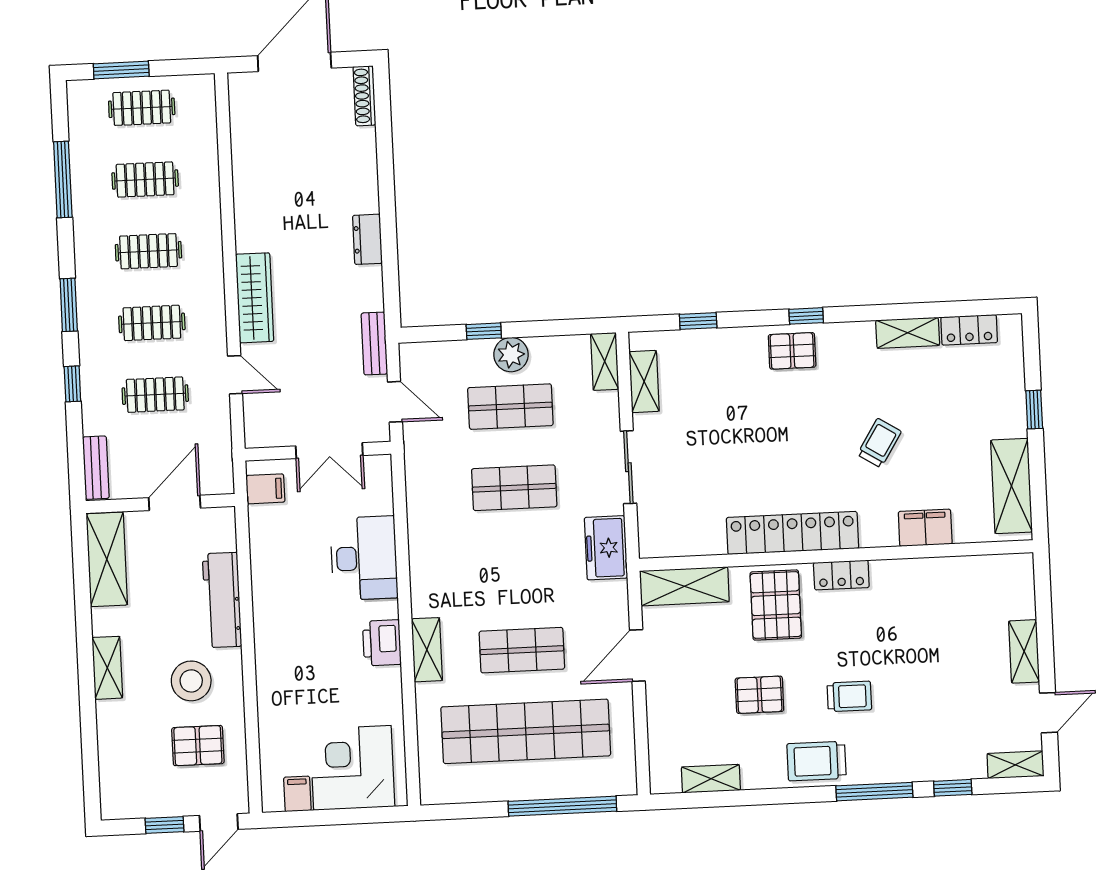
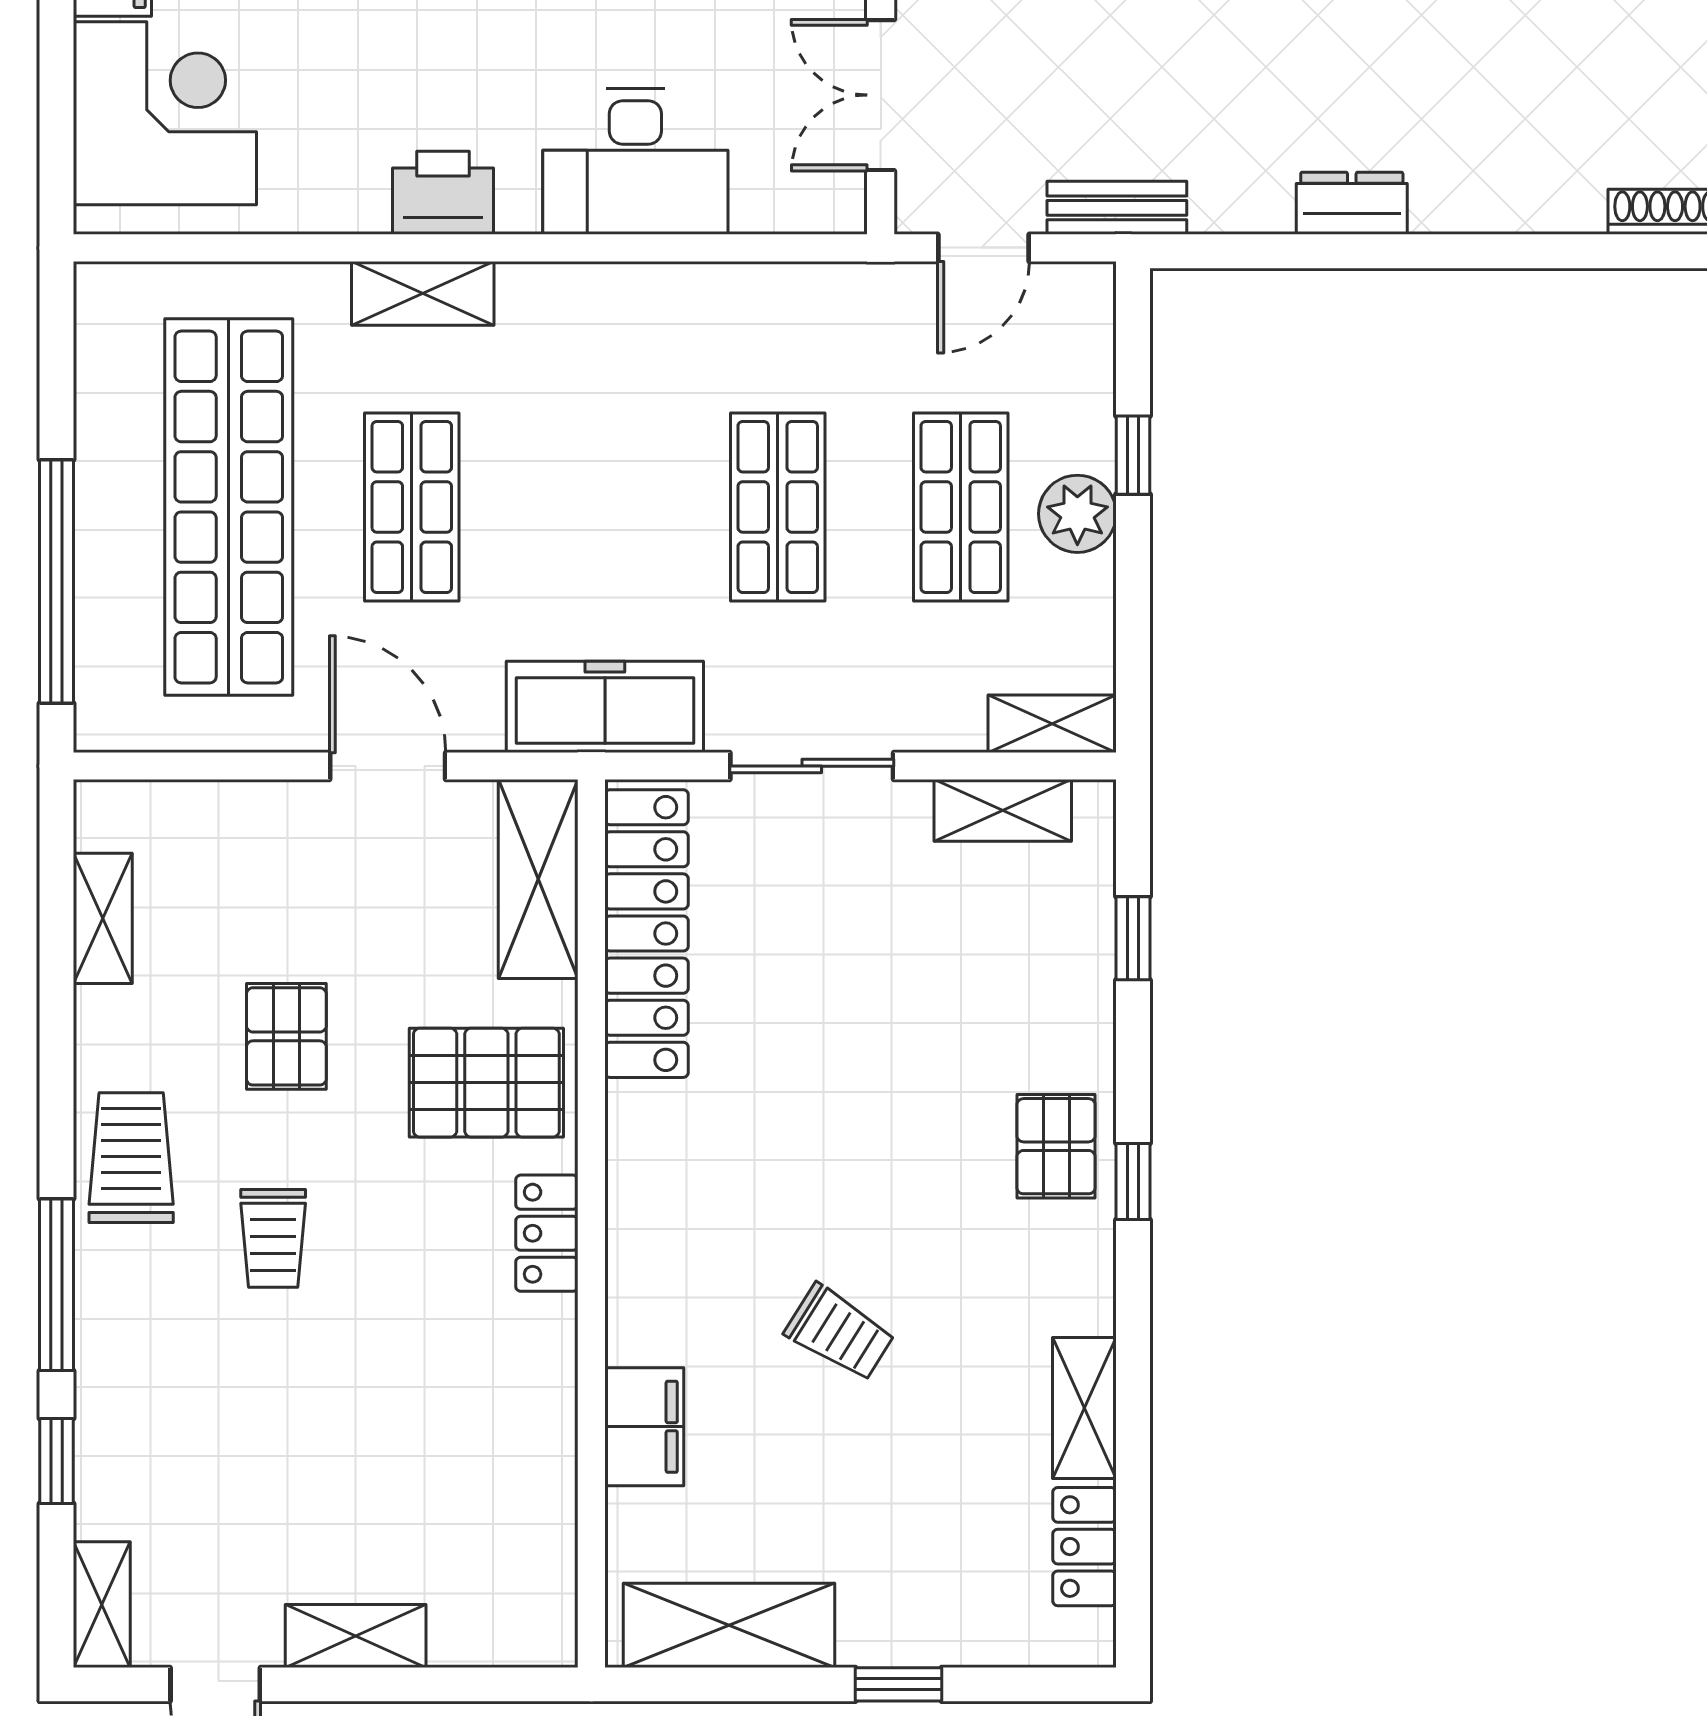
locker: (793, 533) -> (647, 934), moved
freezer: (606, 548) -> (605, 707), width x1.40

